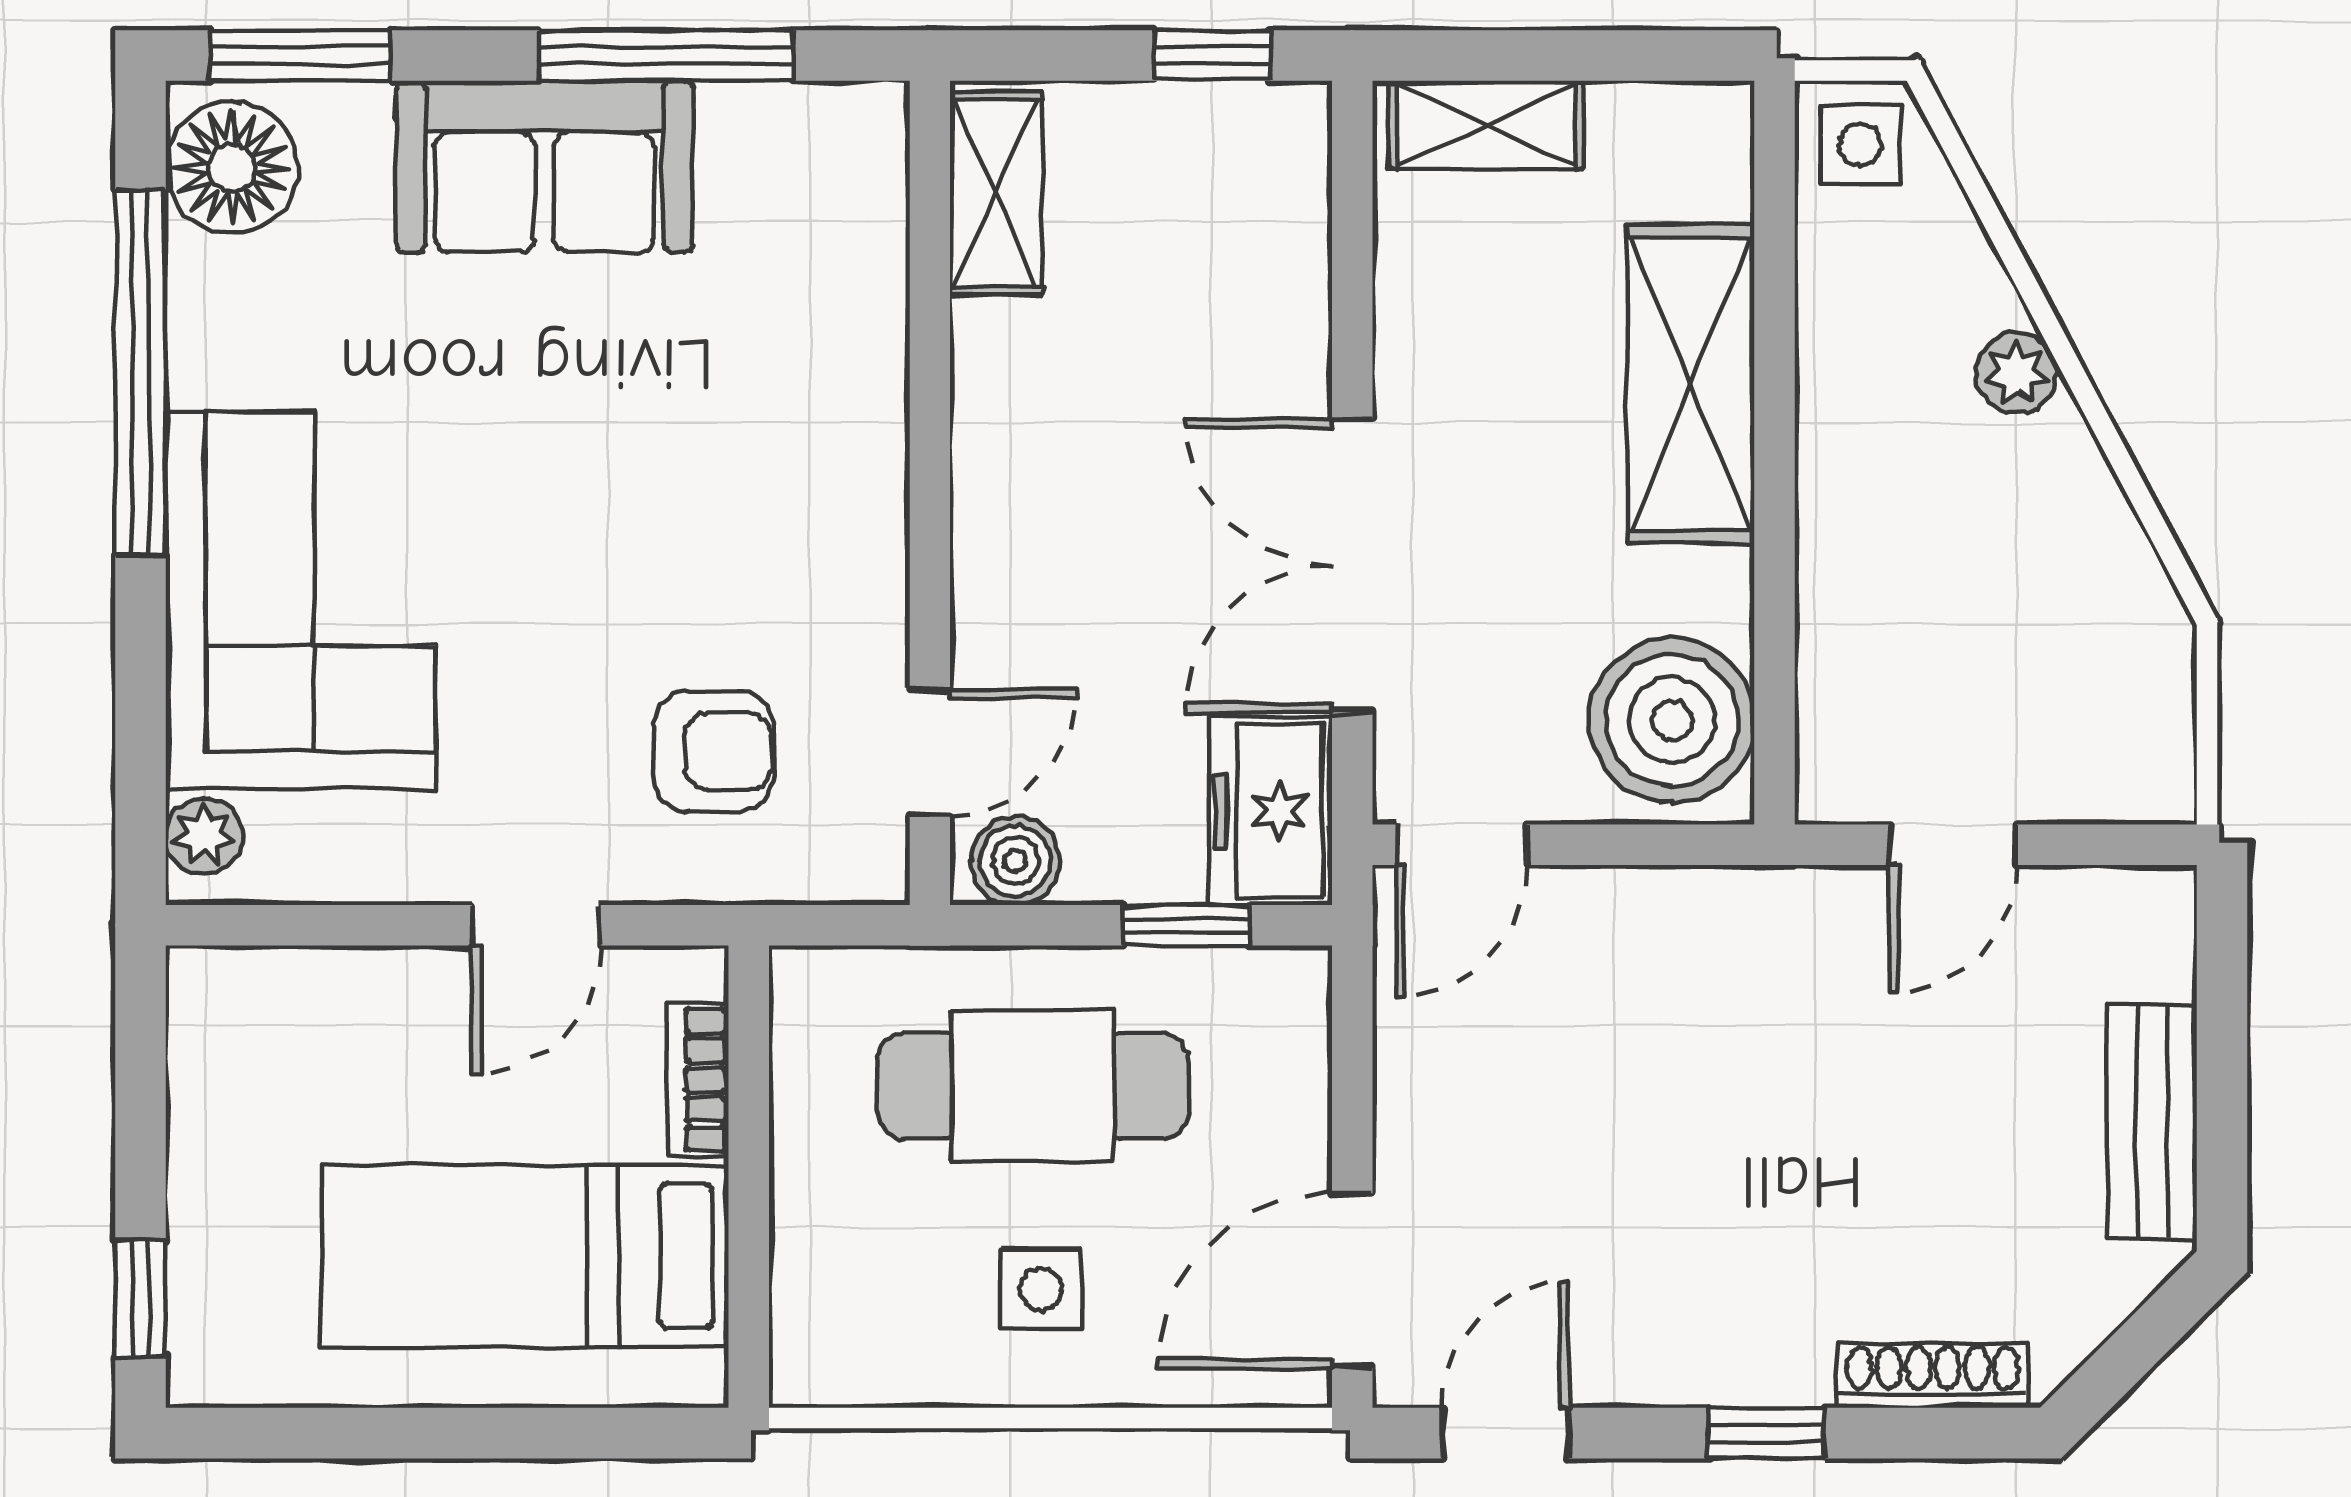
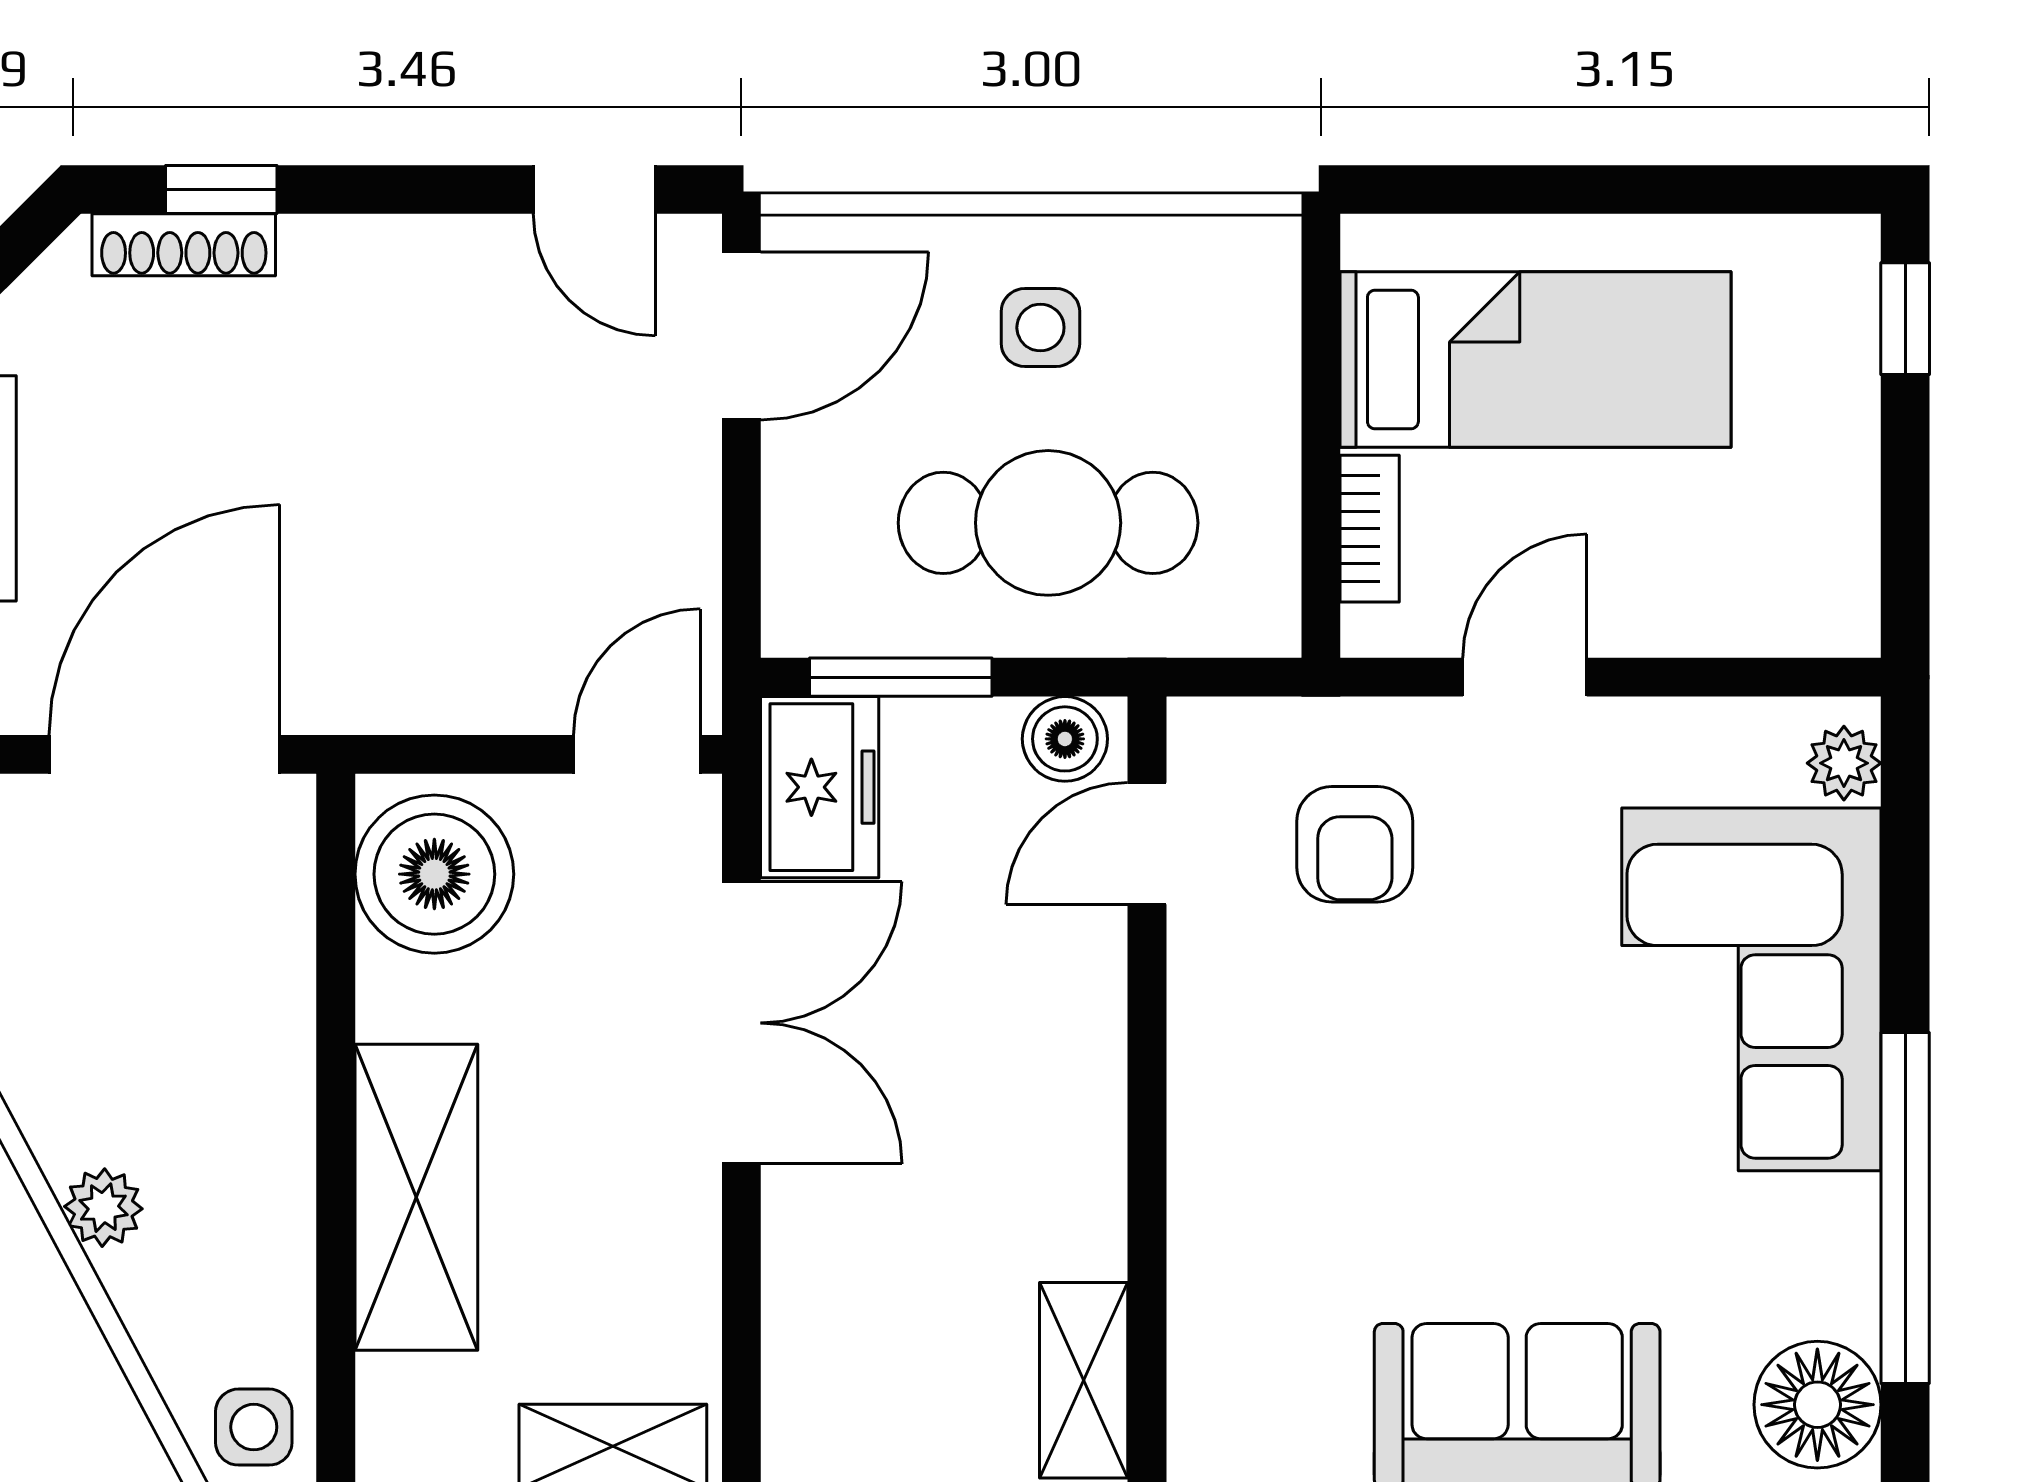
armchair: (714, 751) -> (1355, 844), turned -90
door: (1953, 845) -> (164, 754), width x1.88
window: (1186, 925) -> (901, 677), width x1.50
door: (1506, 1433) -> (594, 189), hinge flipped
window: (1767, 1433) -> (221, 189), moved

